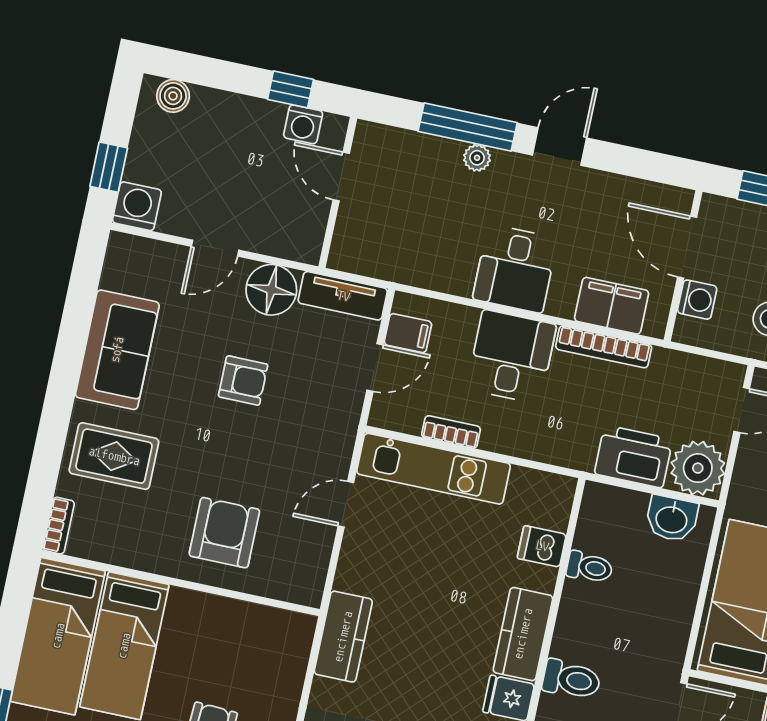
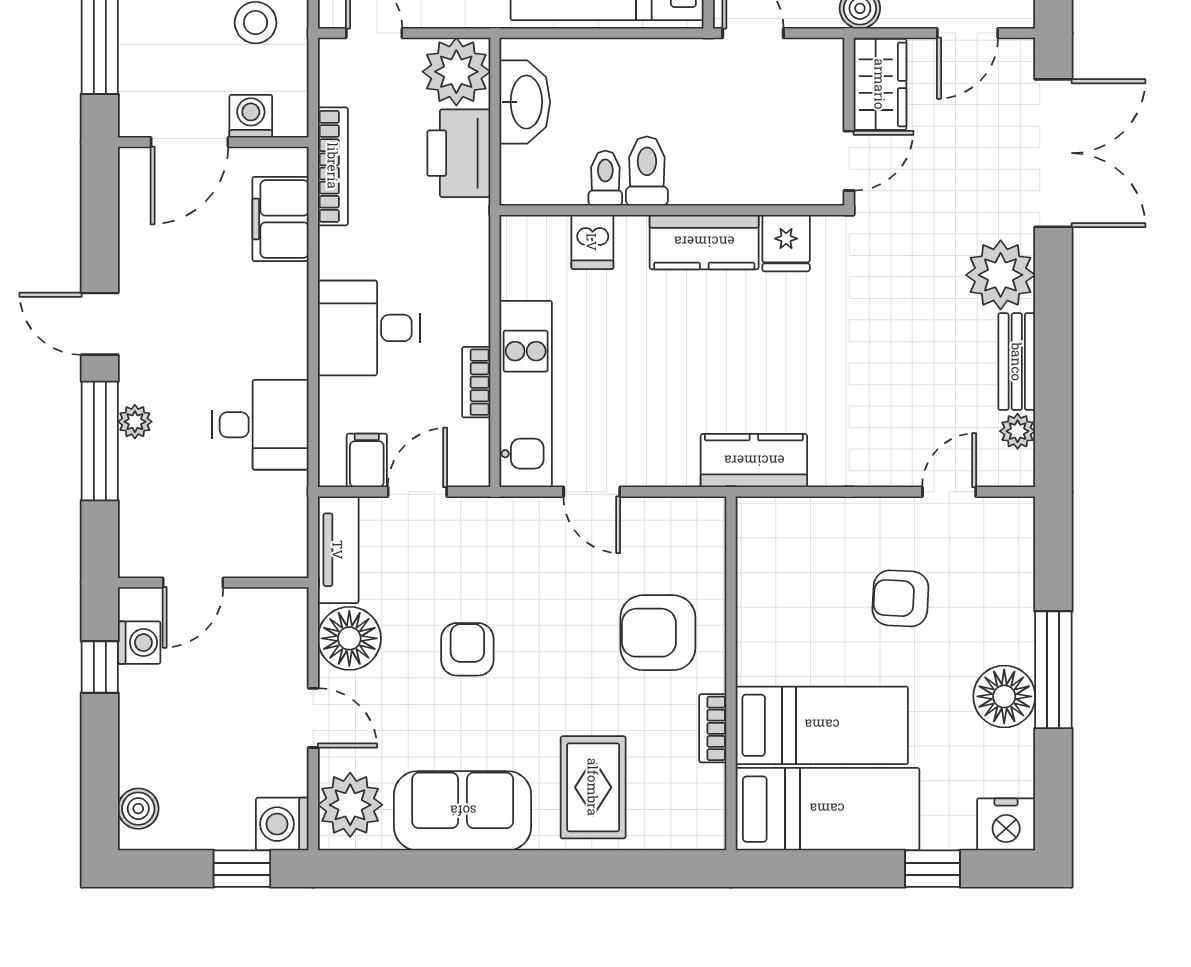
plant: (141, 263) -> (350, 805), added
desk: (515, 269) -> (260, 425), moved
bookcase: (604, 347) -> (333, 166), moved
door: (375, 368) -> (417, 492), hinge flipped
washbasin: (672, 519) -> (525, 102), width x1.38
bookcase: (59, 526) -> (713, 728), moved, turned -90
toilet: (571, 679) -> (647, 171), moved

